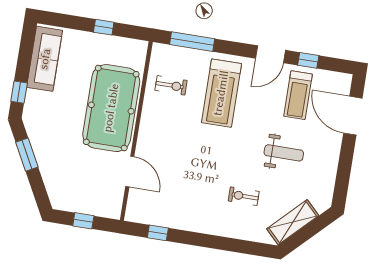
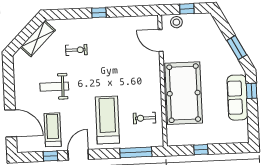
sofa: (45, 59) -> (237, 98), moved
door: (130, 171) -> (161, 40), moved
stool: (101, 206) -> (176, 22), added
window: (158, 233) -> (99, 13), moved

